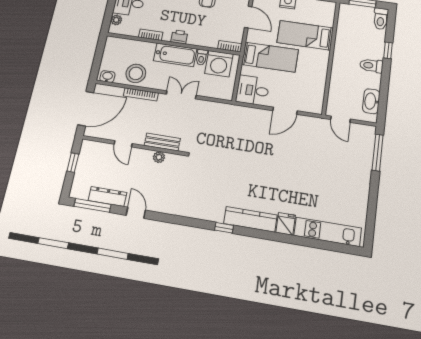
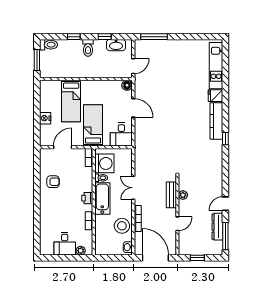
window: (384, 89) -> (105, 37), added
floor lamp: (316, 107) -> (127, 85), added

